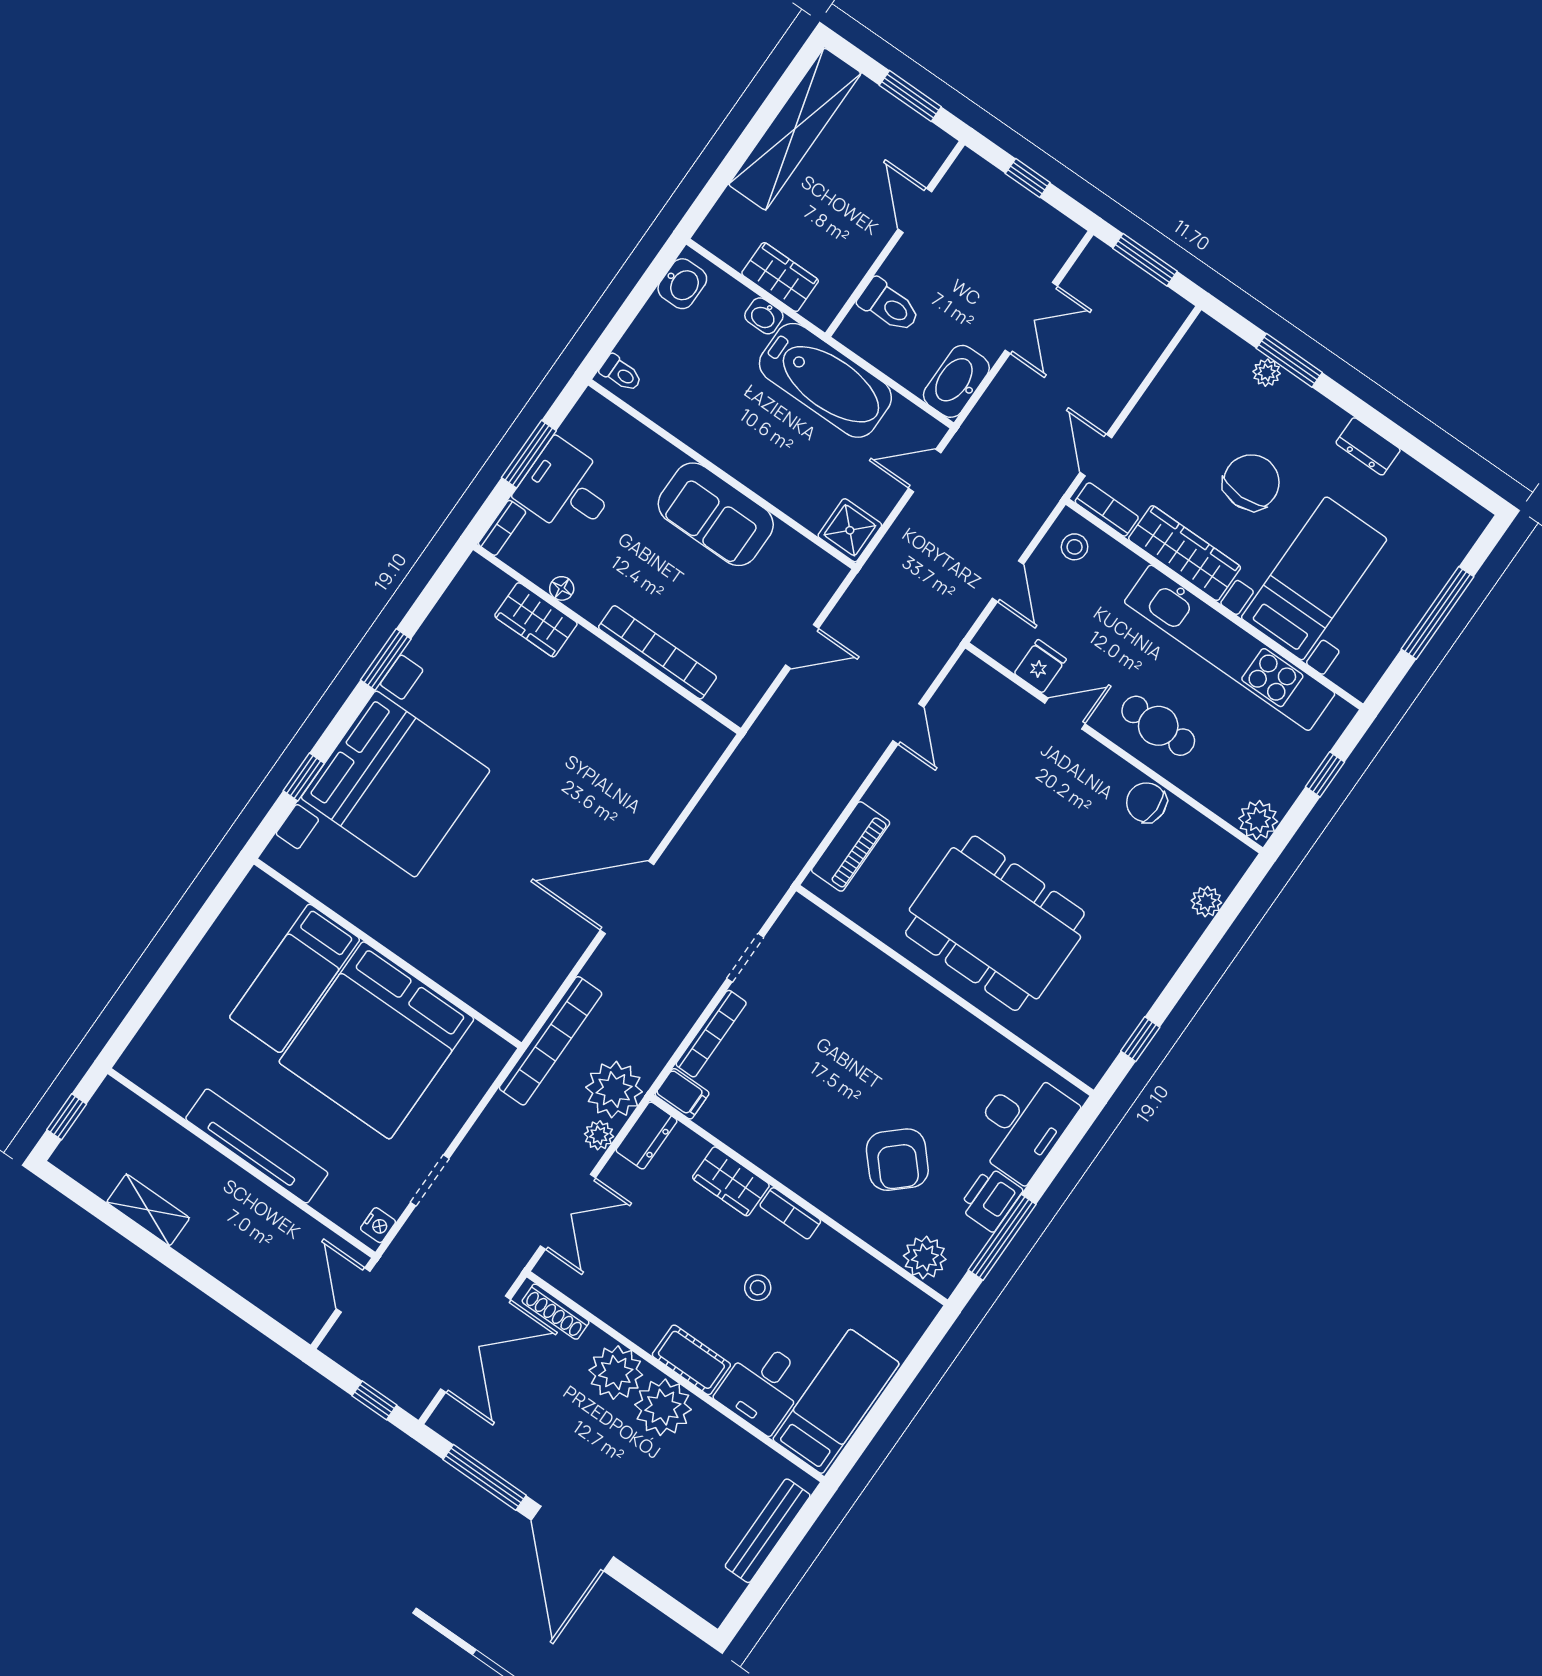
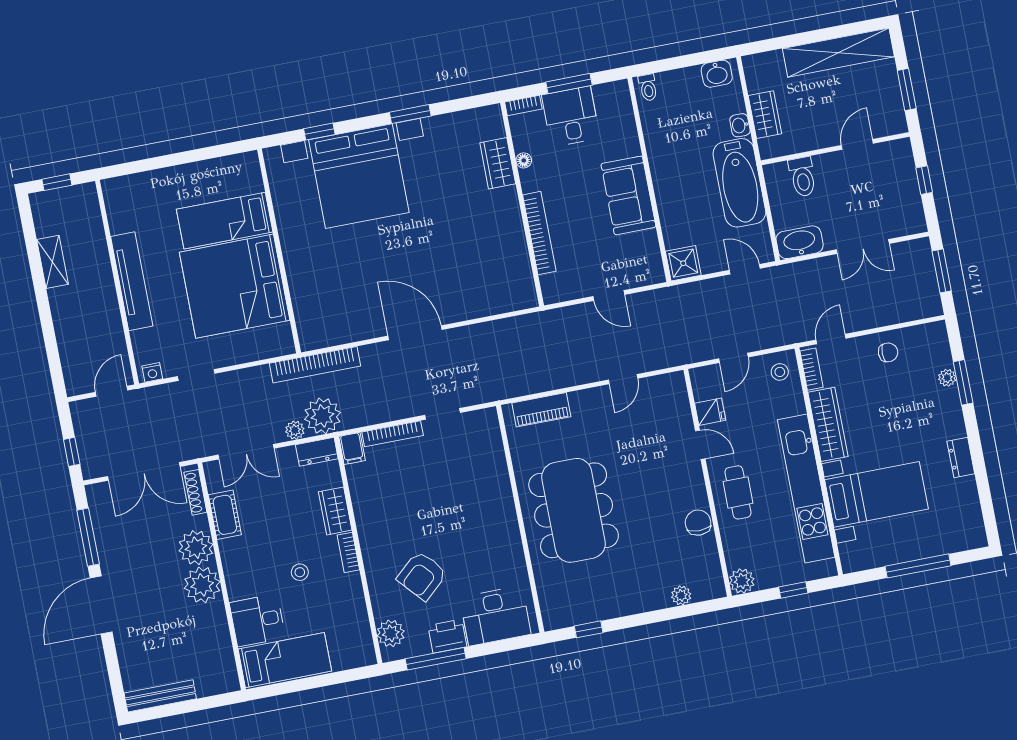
chair: (1251, 482) -> (888, 352), moved, width x0.54, depth x0.54
cot: (691, 1360) -> (225, 515), moved
bench: (768, 1531) -> (160, 696), moved

